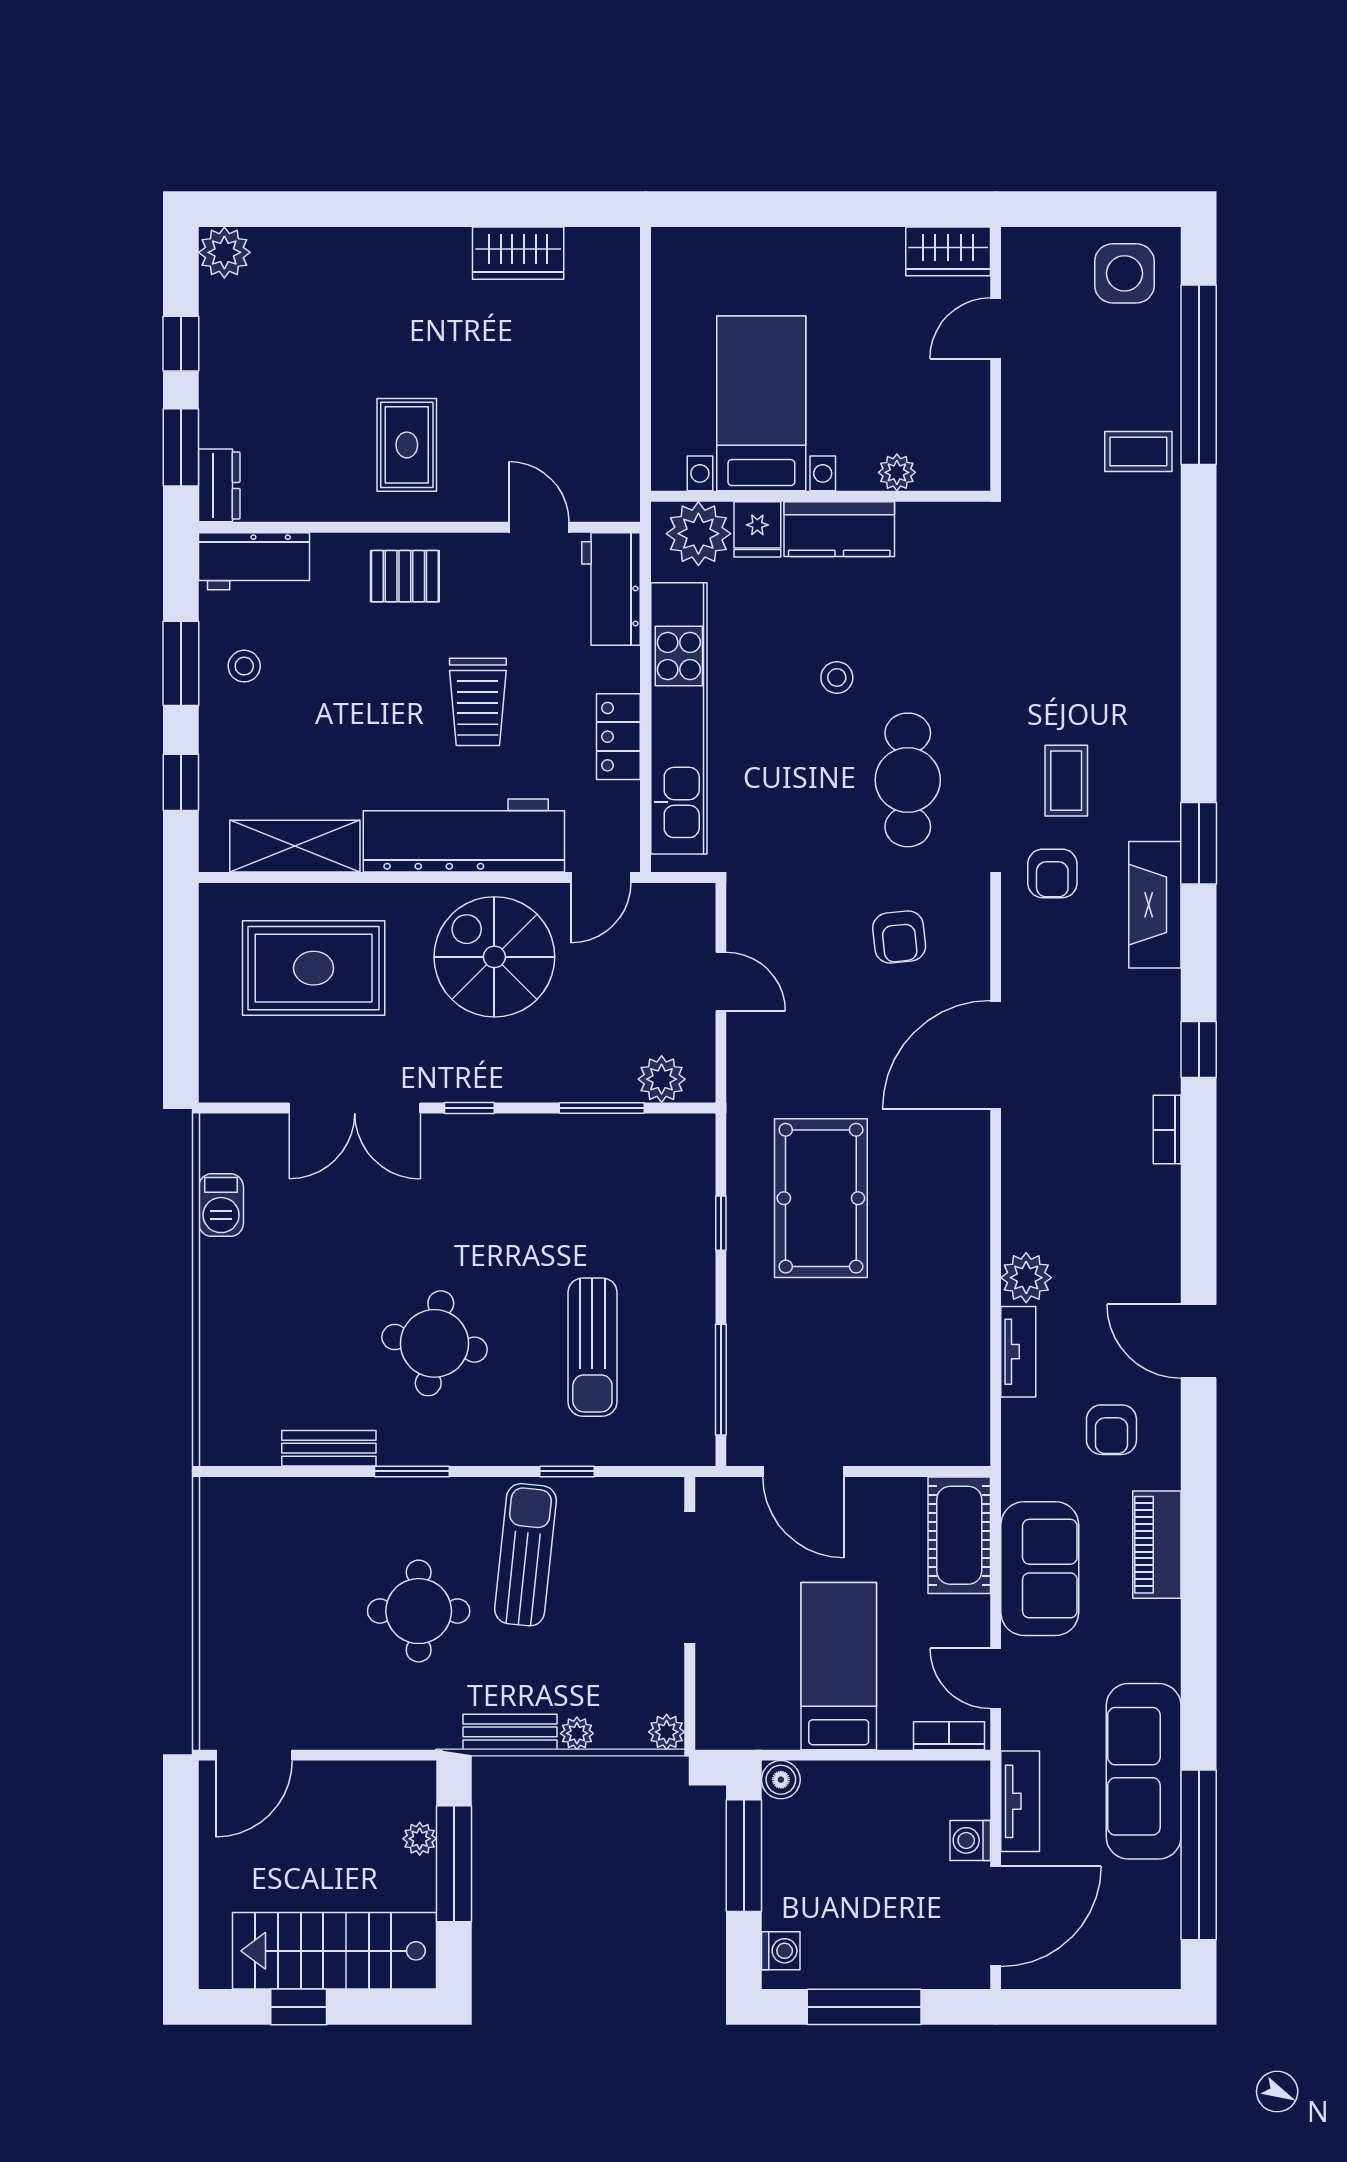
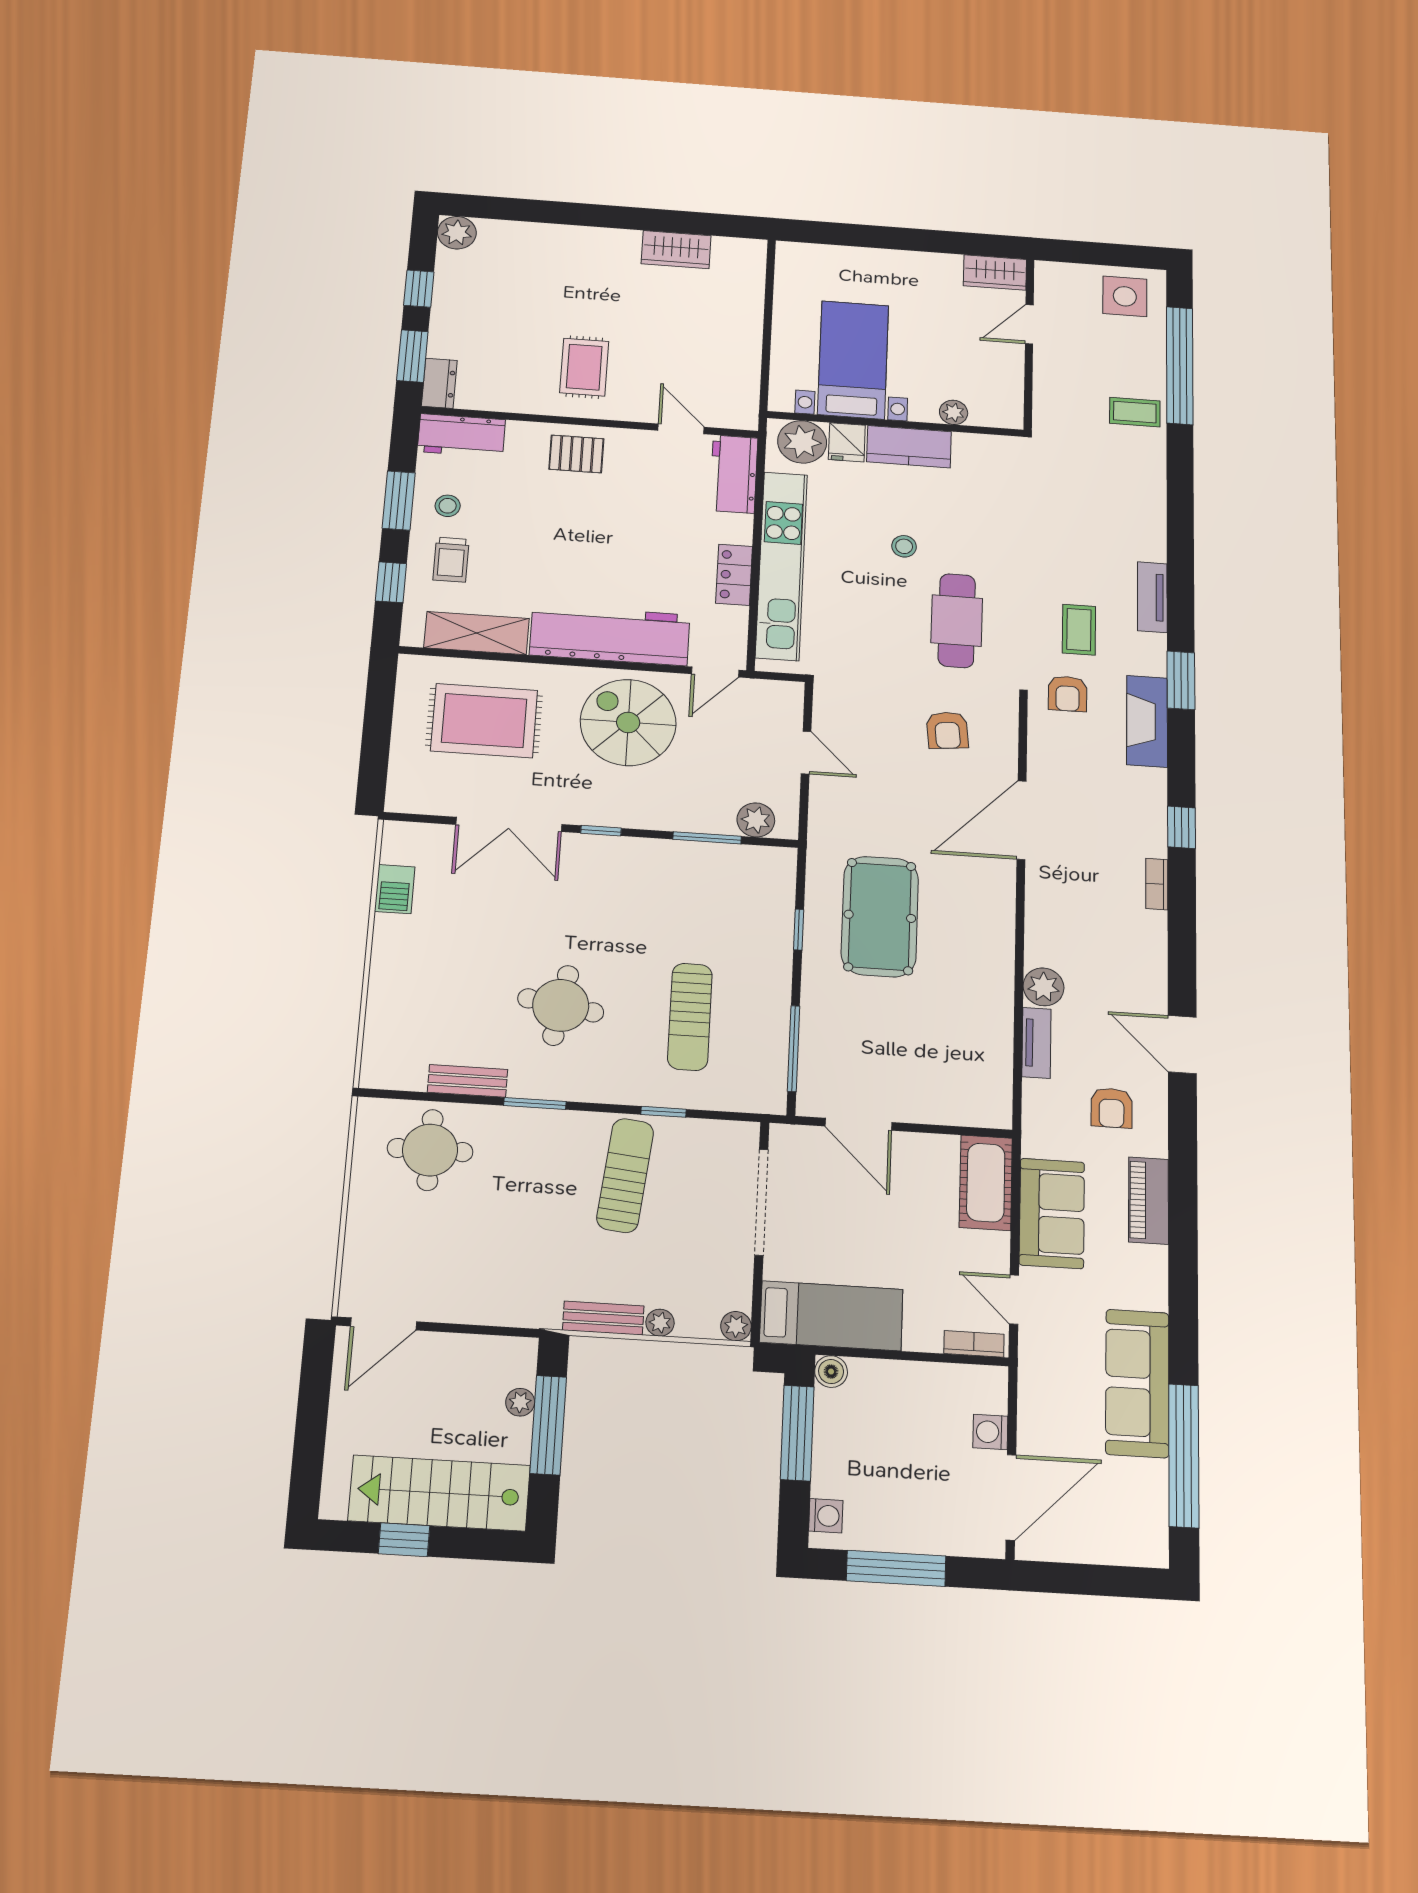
trolley: (478, 702) -> (451, 560), moved, width x0.73, depth x0.72
round table: (419, 1611) -> (430, 1150), moved
bed: (839, 1666) -> (831, 1316), moved, turned 90
tv unit: (1020, 1801) -> (1152, 597), moved, turned 180

